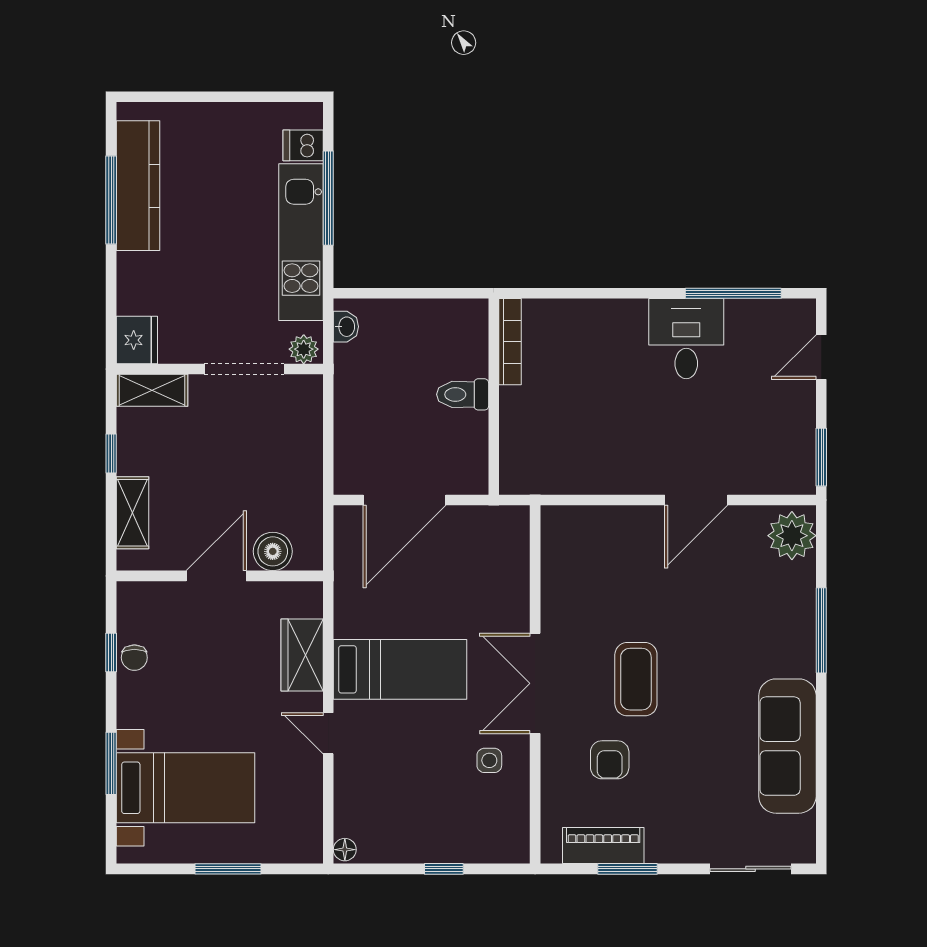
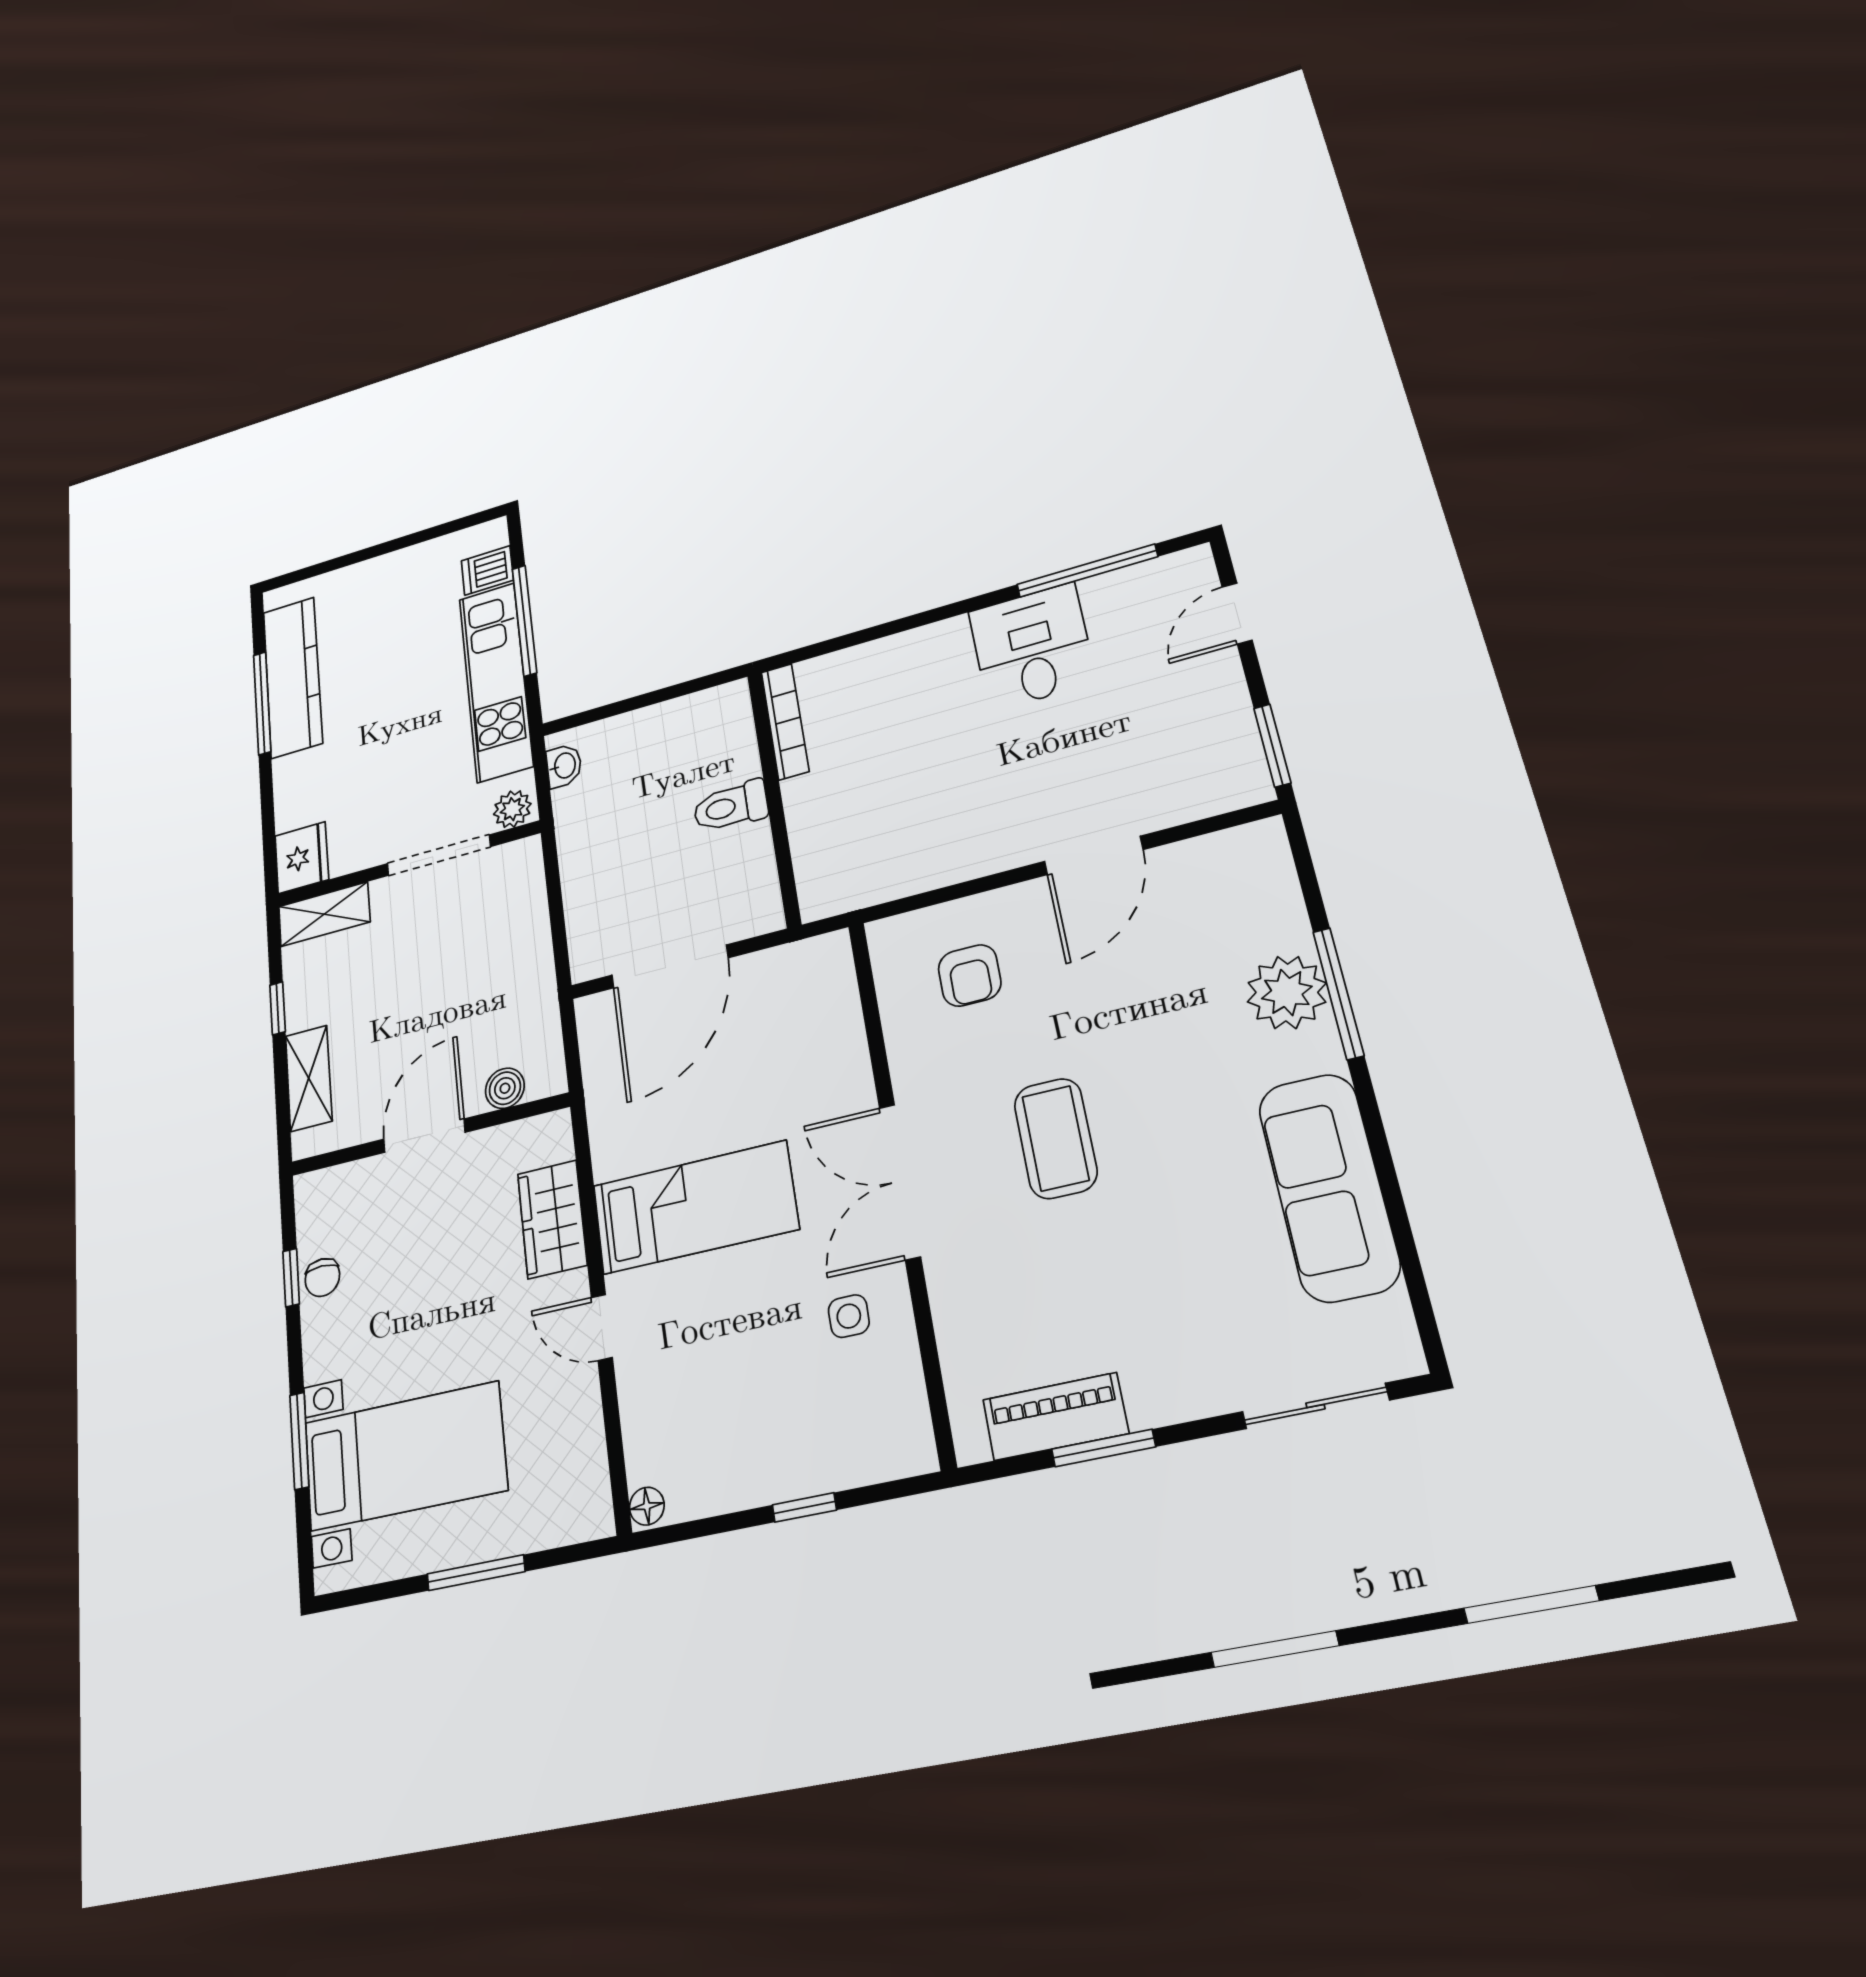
plant: (792, 536) -> (1287, 992), moved
boiler: (273, 551) -> (505, 1088), width x0.73, depth x0.73
armchair: (610, 760) -> (970, 975), moved

